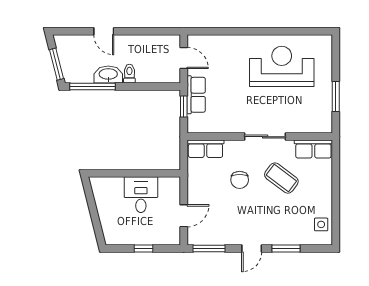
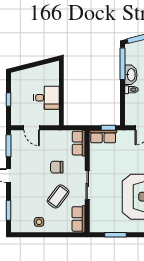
row of seats: (196, 95) -> (103, 137), moved
side table: (321, 224) -> (39, 222), moved
window: (286, 249) -> (9, 210), moved

